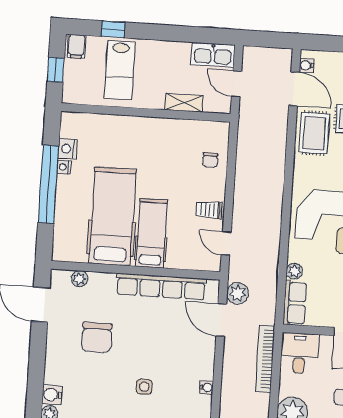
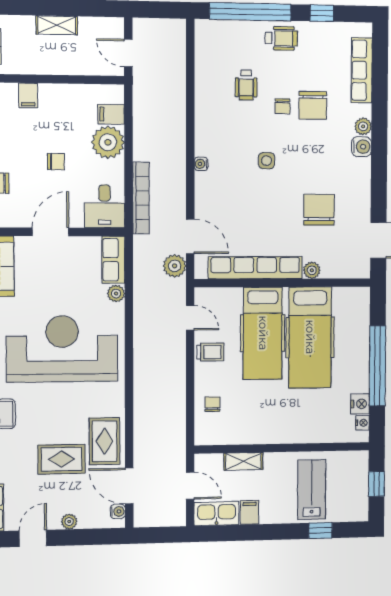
filing cabinet: (77, 46) -> (249, 512), moved
nightstand: (64, 167) -> (362, 423), moved
hospital bed: (152, 233) -> (263, 333), width x1.37, depth x1.29
plant: (80, 279) -> (312, 270), moved

